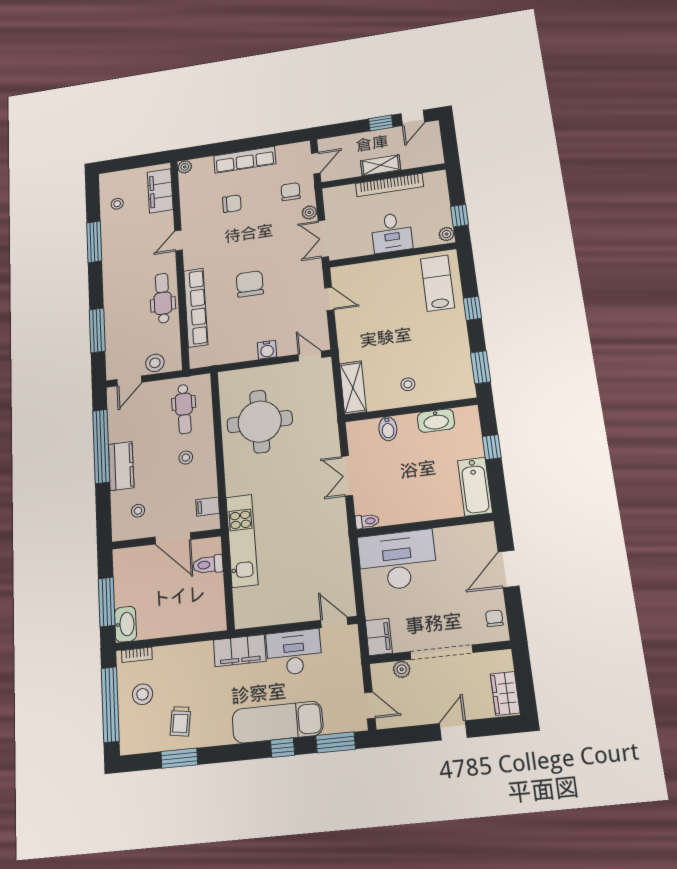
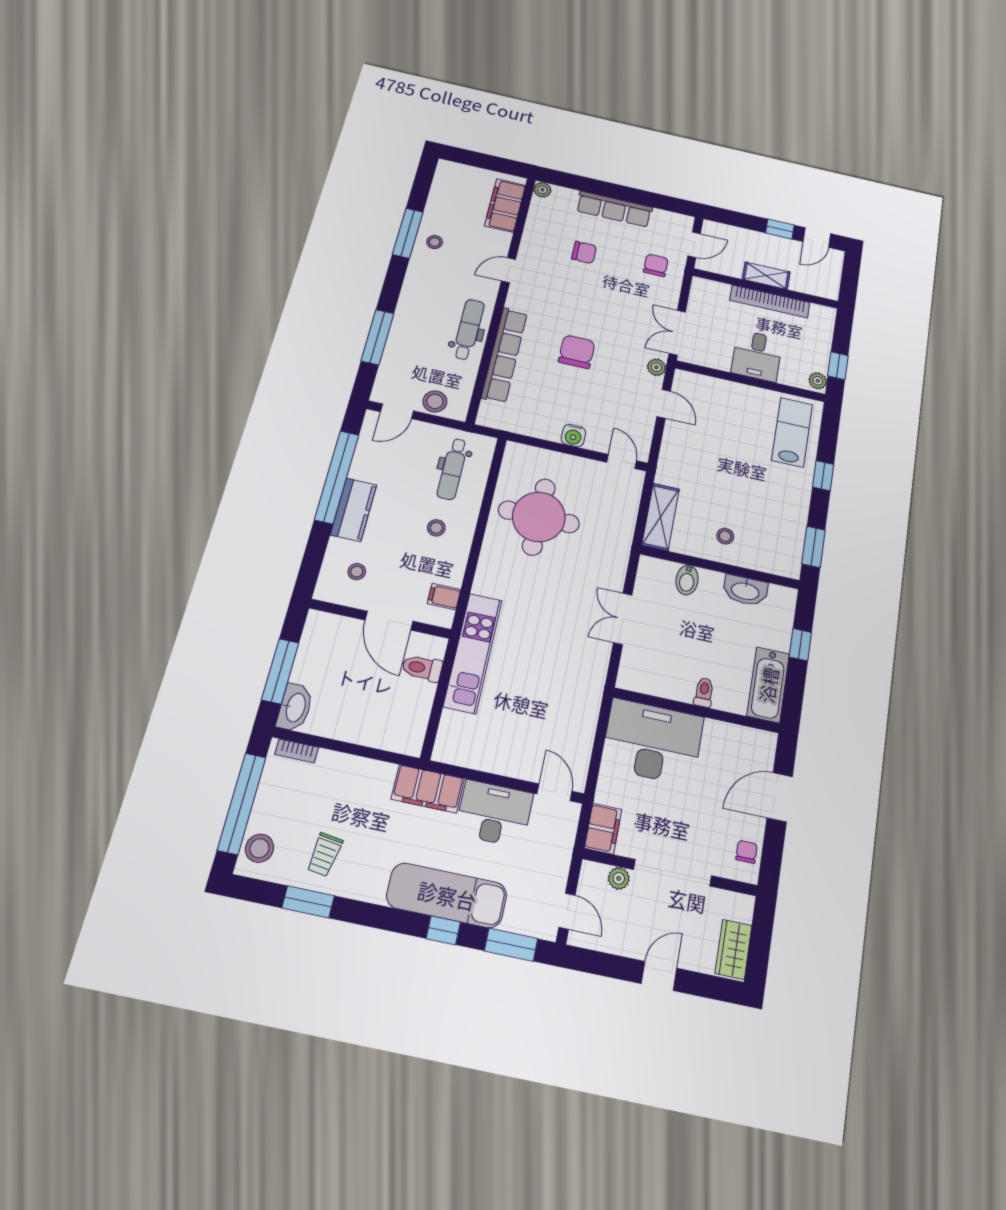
stool: (117, 204) -> (435, 242), moved
plant: (309, 212) -> (656, 367), moved
toilet: (367, 521) -> (704, 692), moved, turned -90
stool: (143, 694) -> (259, 848), moved

